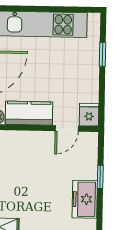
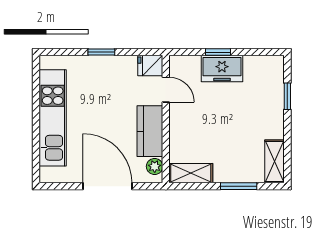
window: (103, 54) -> (101, 52), moved
freezer: (85, 199) -> (222, 68), moved

